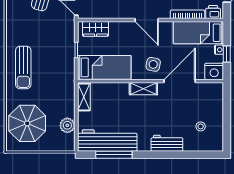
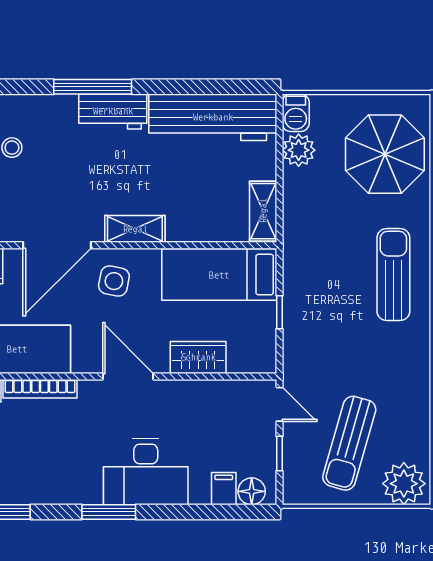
wardrobe: (95, 29) -> (198, 357), moved
barbecue: (69, 143) -> (296, 113), added
workbench: (167, 143) -> (113, 111), moved
window: (114, 155) -> (93, 87), moved

